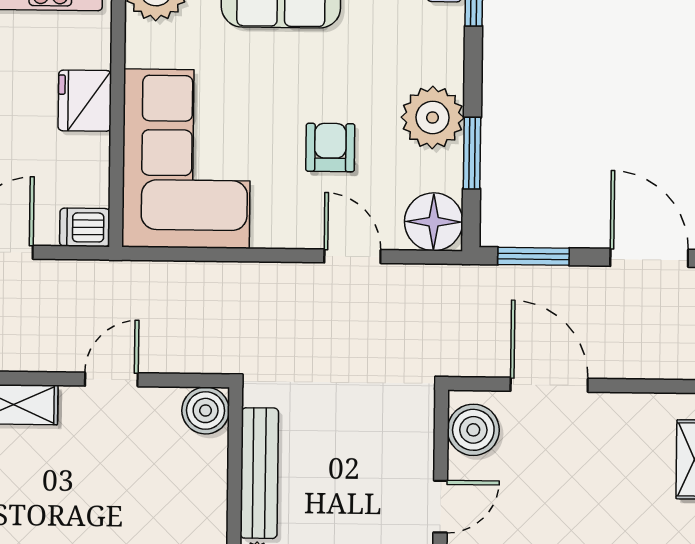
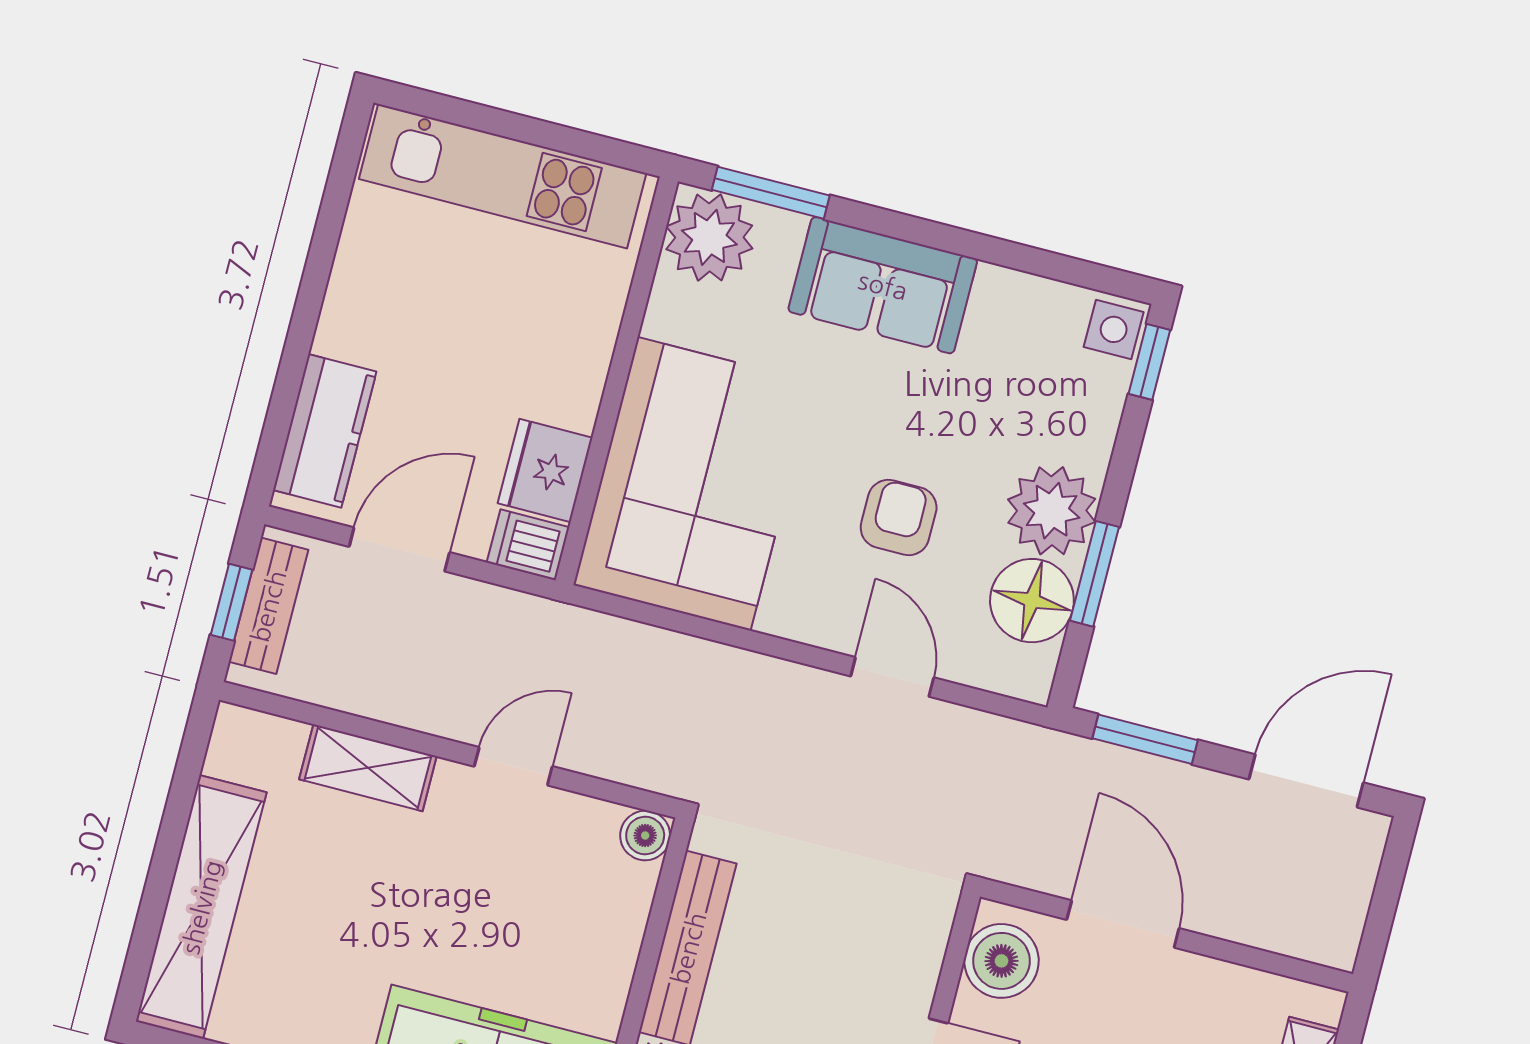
fridge: (85, 101) -> (545, 470), moved
floor lamp: (434, 222) -> (1032, 601), moved
door: (649, 258) -> (1306, 781), hinge flipped
boiler: (206, 410) -> (645, 835), width x0.73, depth x0.73

